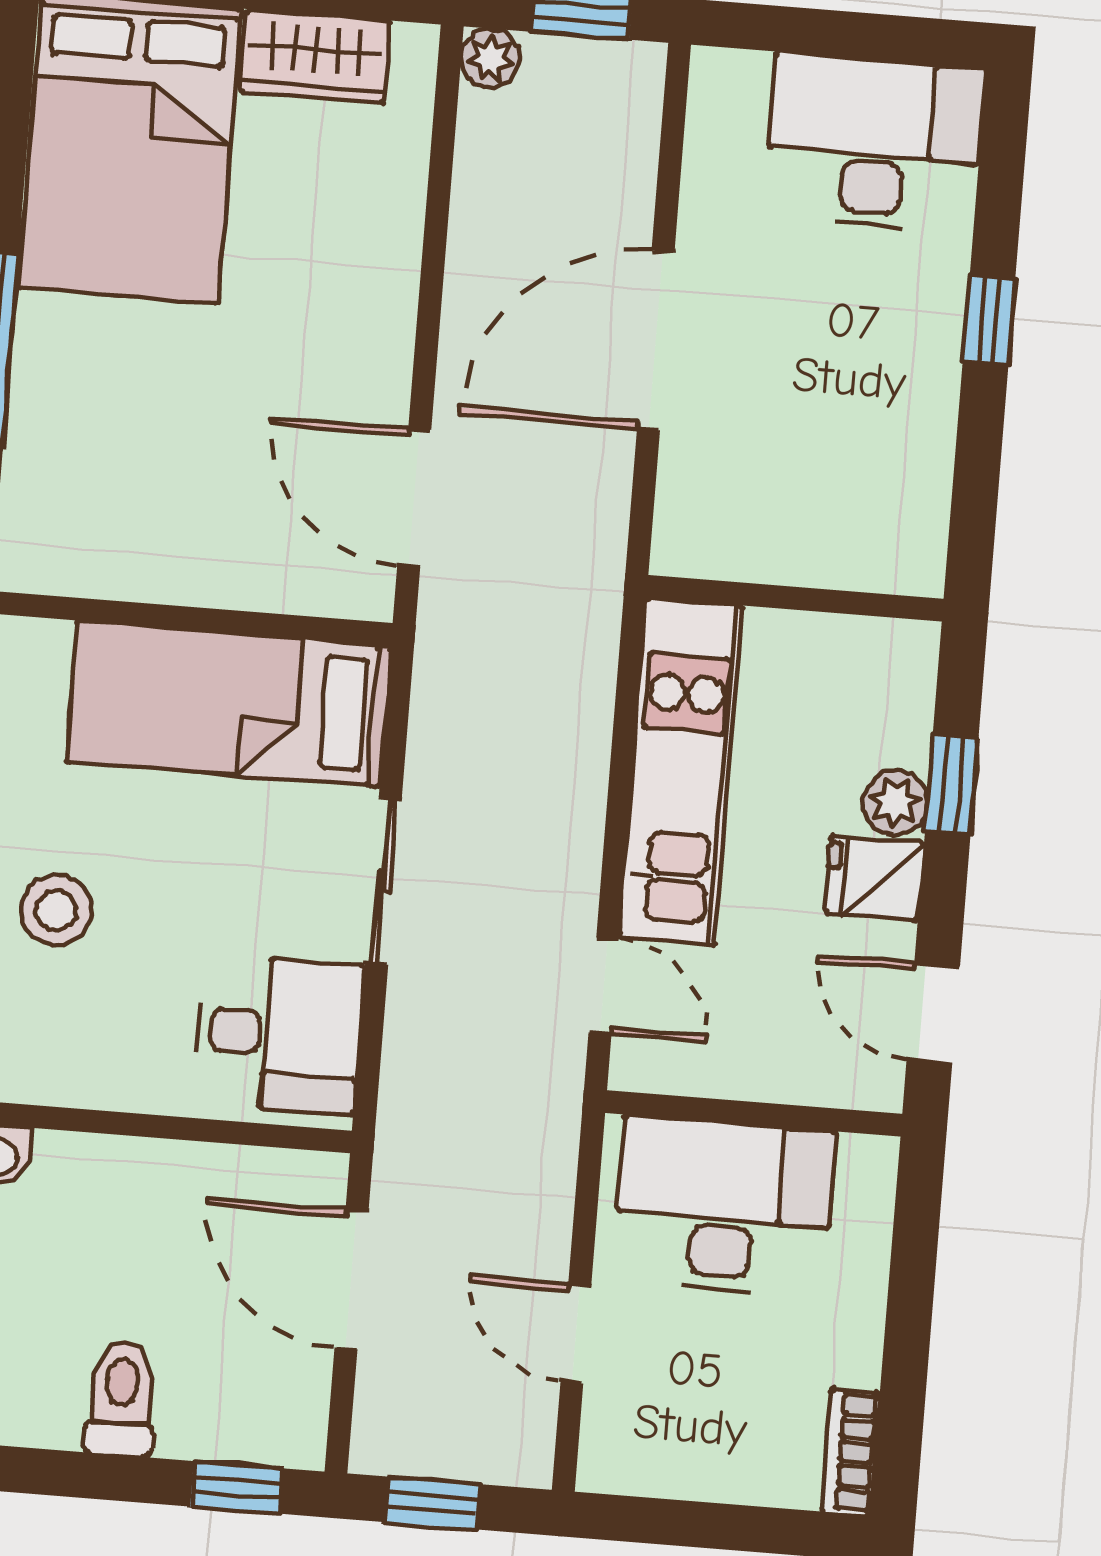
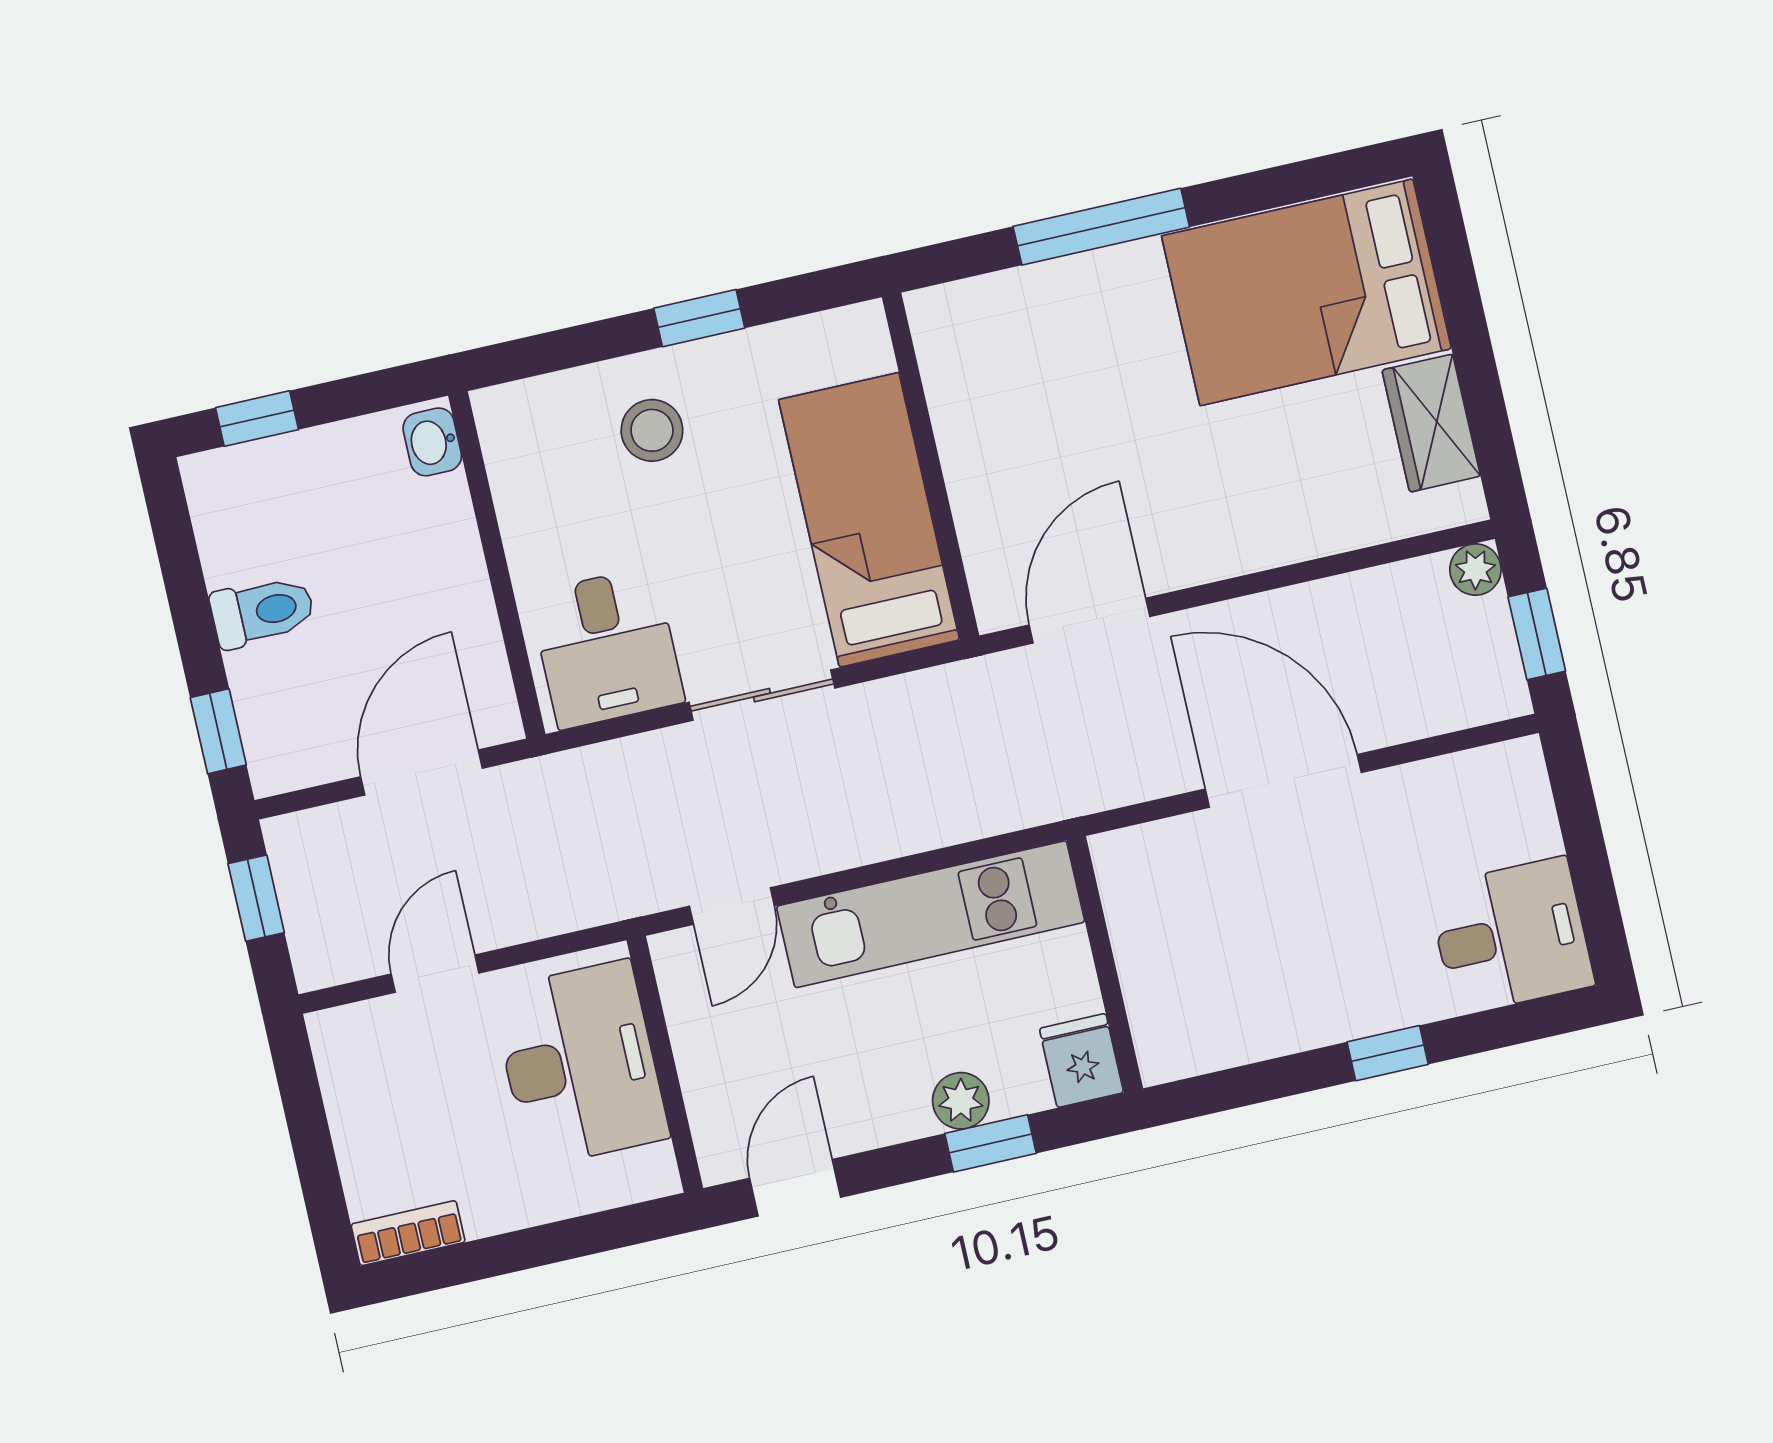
desk: (875, 143) -> (1511, 936), width x0.73
fridge: (874, 879) -> (1081, 1060), moved

